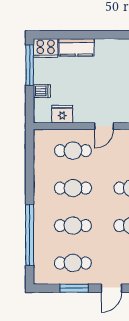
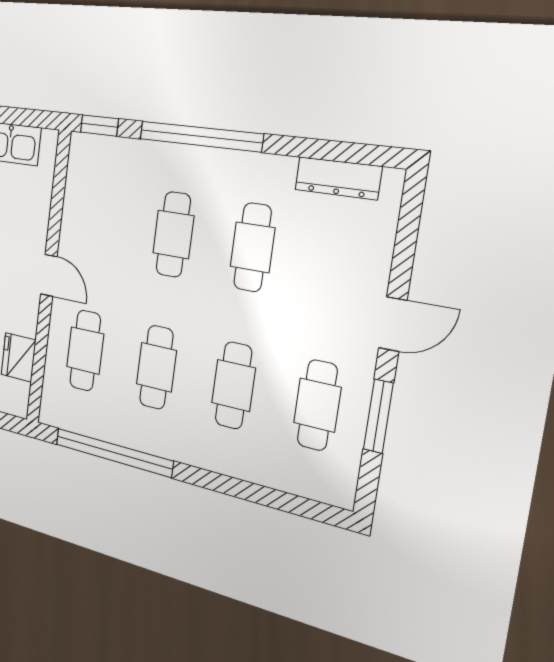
window: (30, 235) -> (113, 452), moved
door: (111, 288) -> (393, 324), hinge flipped

